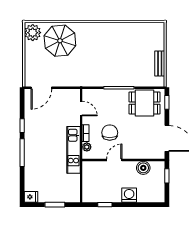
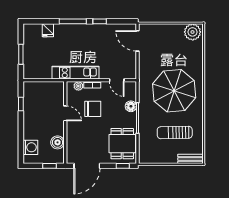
parasol: (60, 41) -> (174, 91), moved, width x1.36, depth x1.36
sun lounger: (133, 50) -> (175, 132), added
bench: (160, 64) -> (190, 159), moved
floor lamp: (107, 94) -> (131, 106), added
door: (81, 109) -> (117, 80), hinge flipped
washing machine: (129, 195) -> (30, 147), moved
fridge: (31, 197) -> (48, 30), moved

